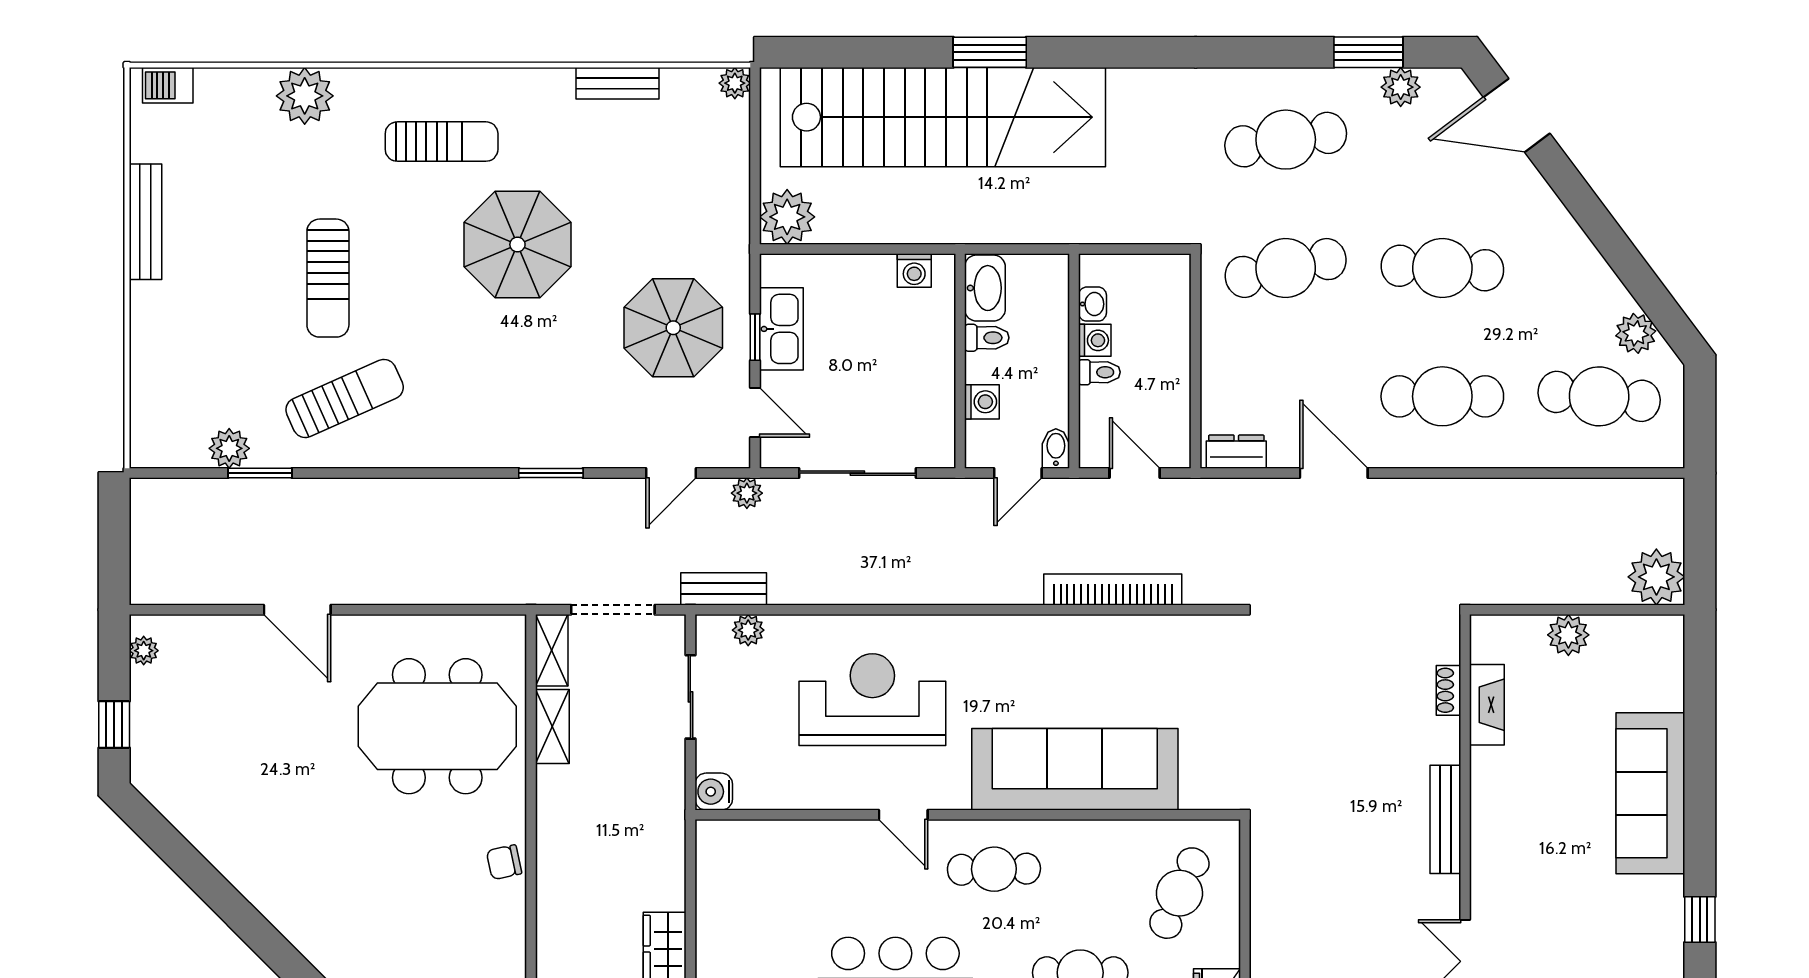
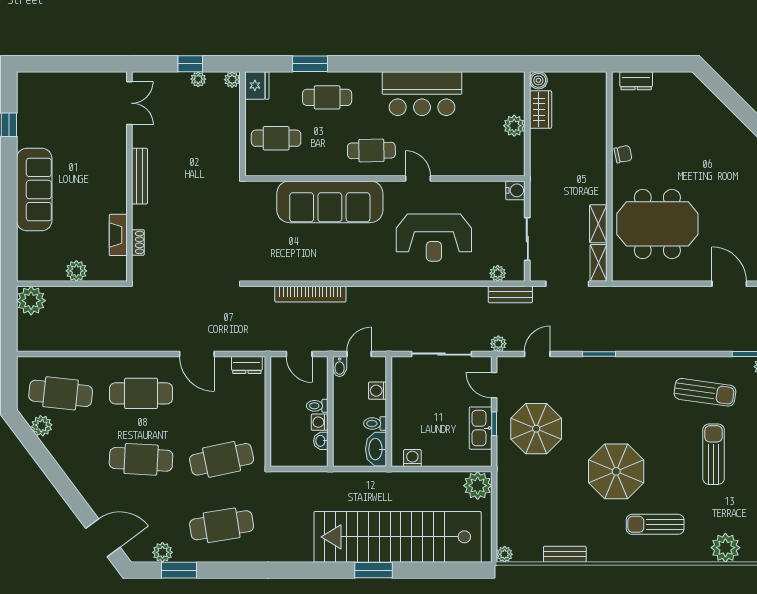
sun lounger: (345, 398) -> (705, 392), turned -148
cafe table: (1179, 893) -> (276, 138), turned 66
plant: (716, 918) -> (514, 126), added

